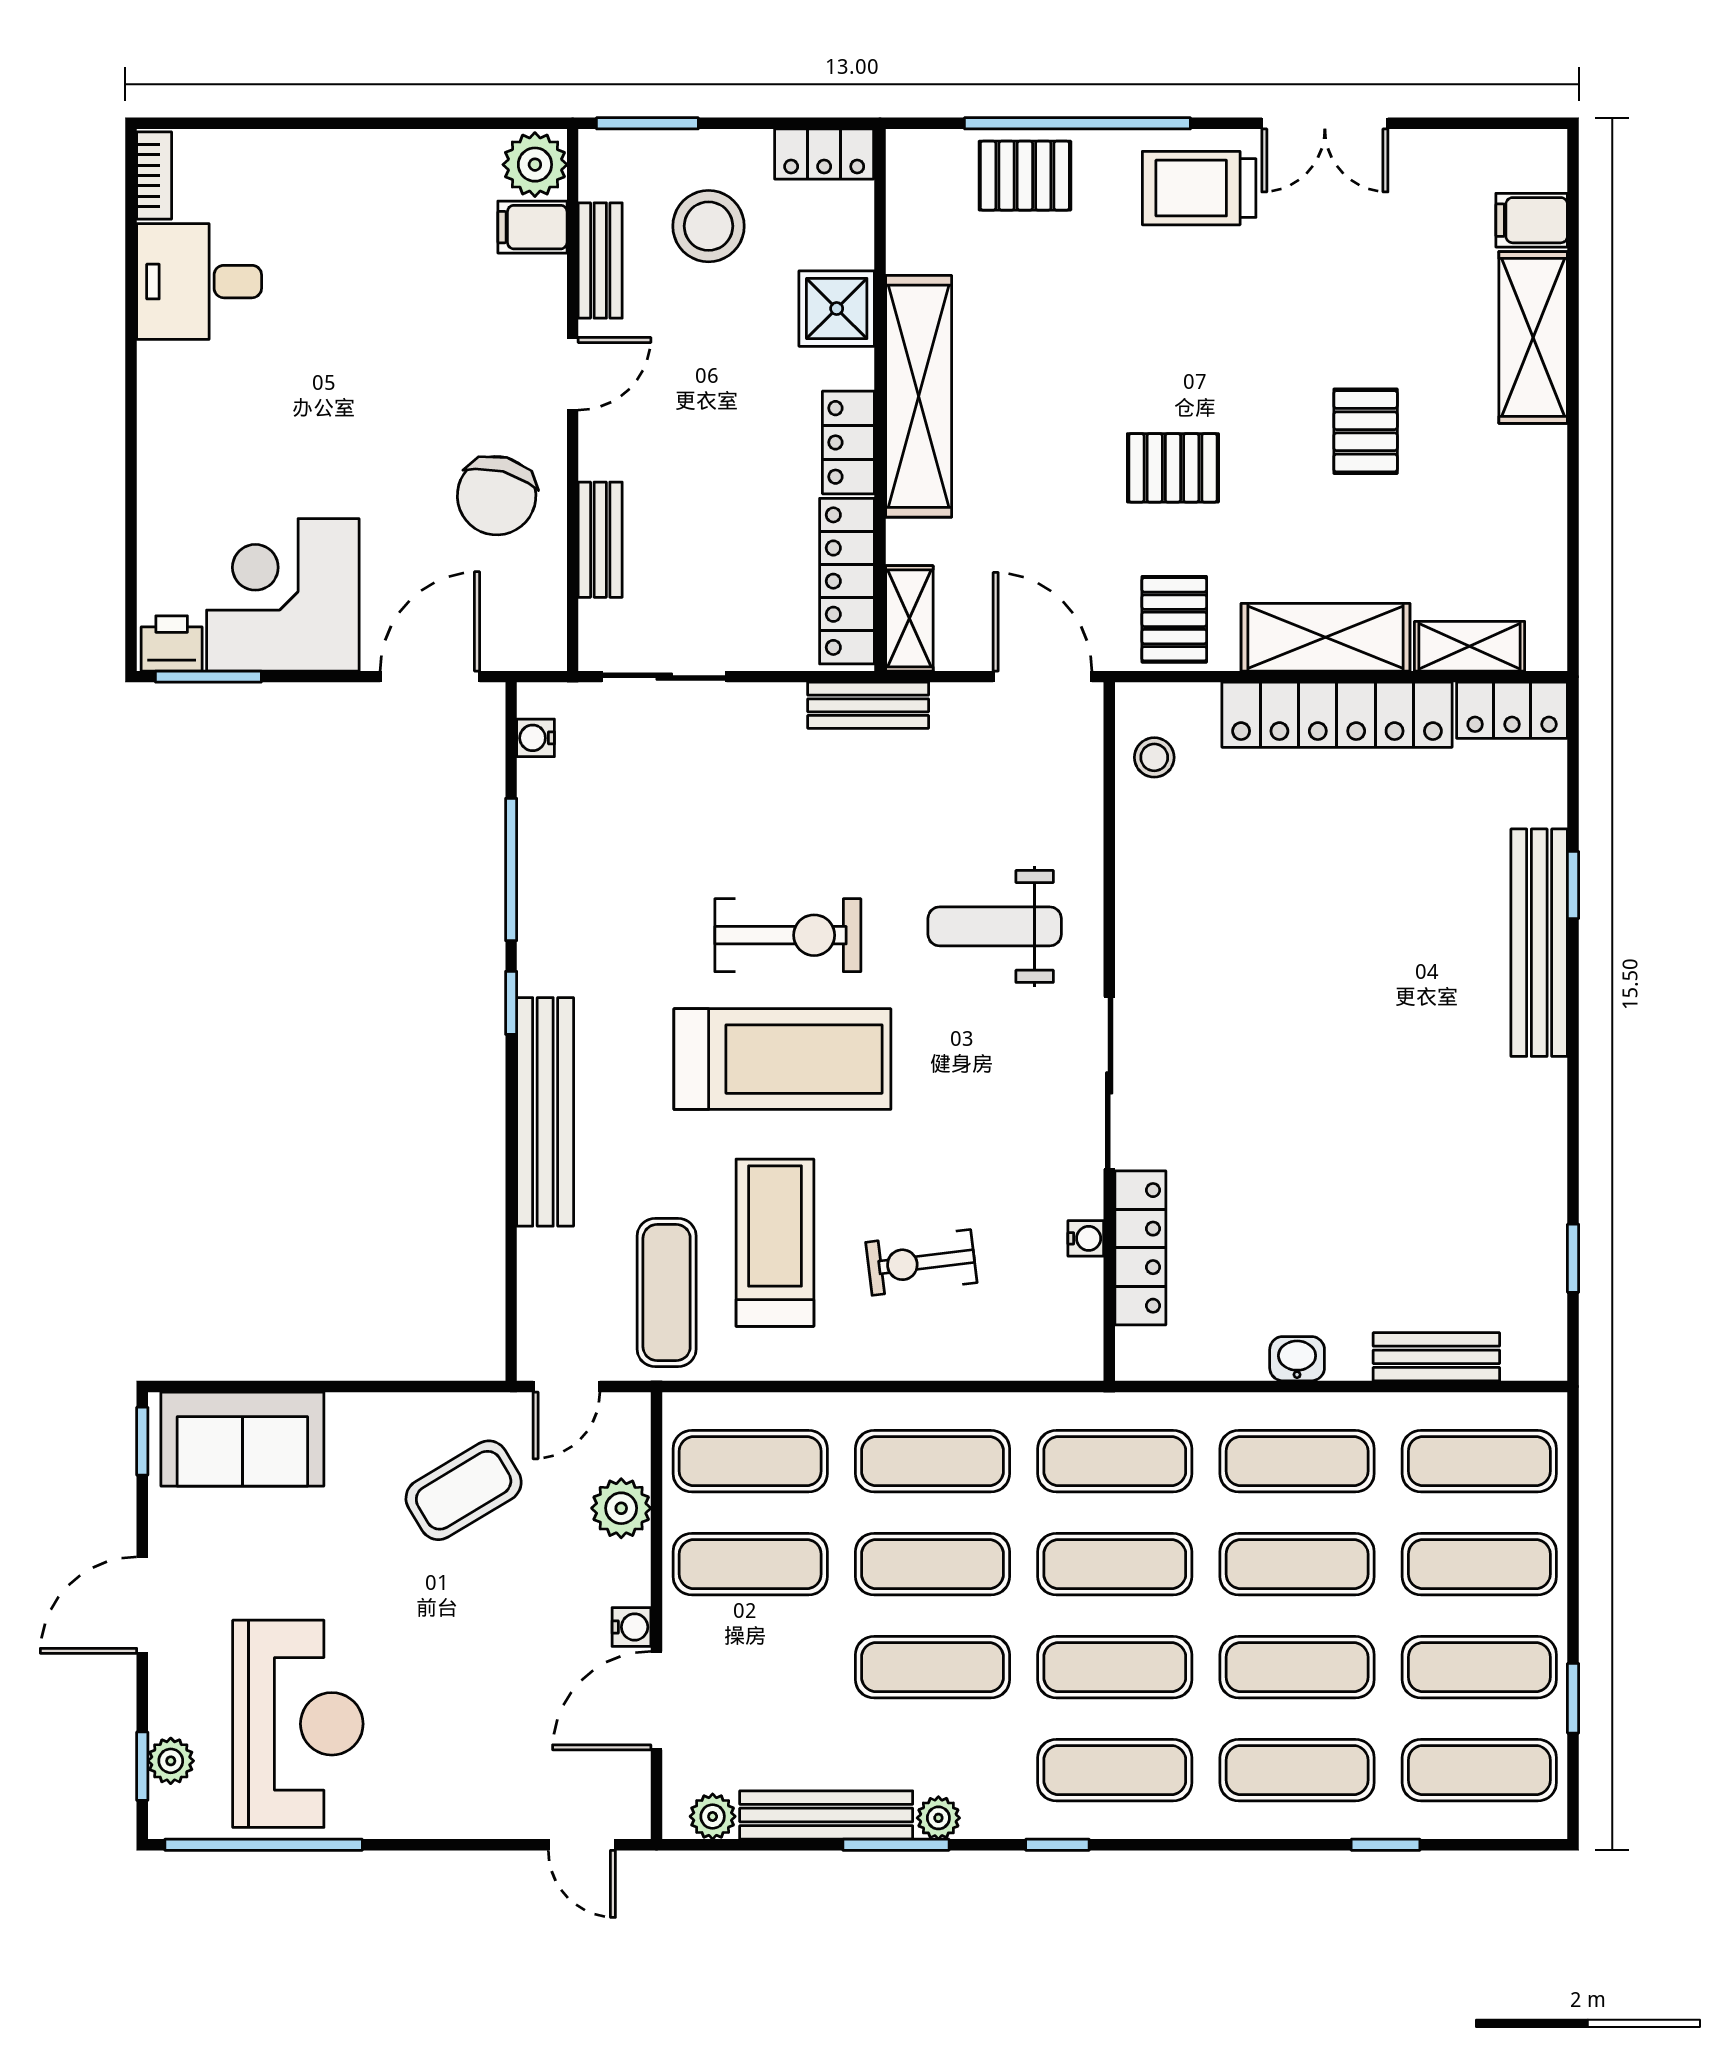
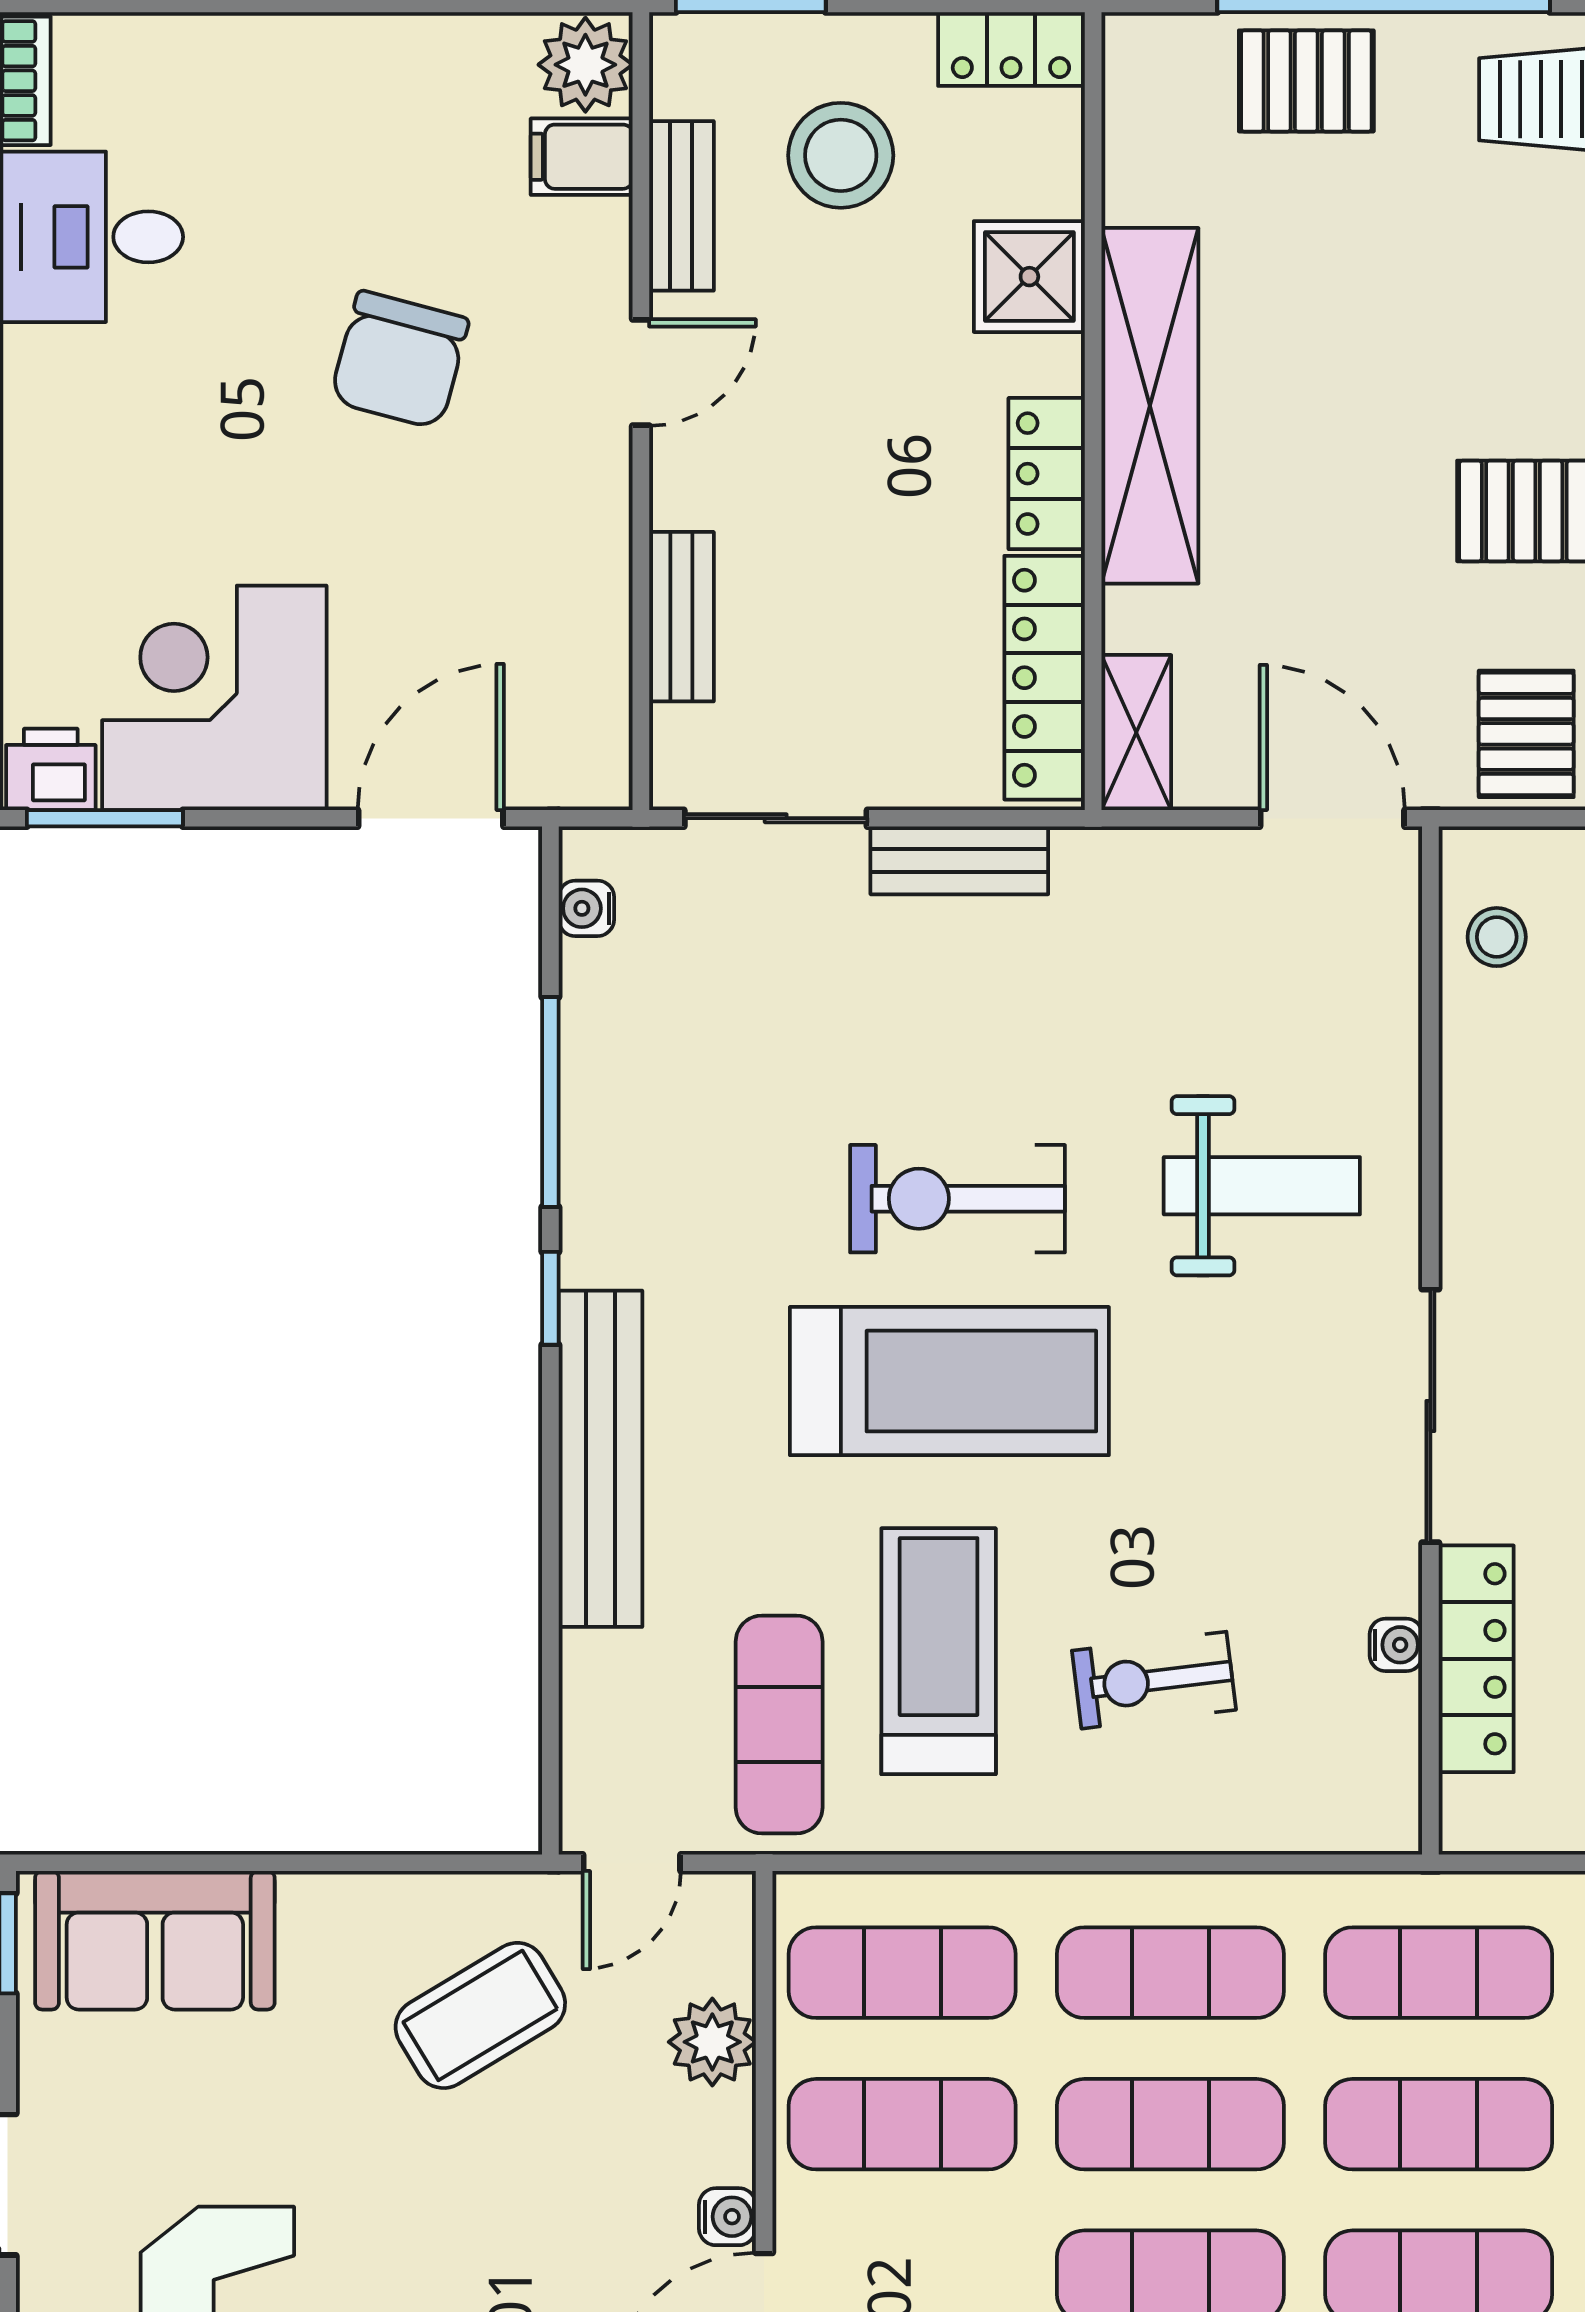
chair: (497, 496) -> (399, 360), moved
bench: (868, 705) -> (959, 860), moved
weight bench: (995, 926) -> (1262, 1186), turned 180
exercise bike: (788, 935) -> (958, 1199), turned 180

